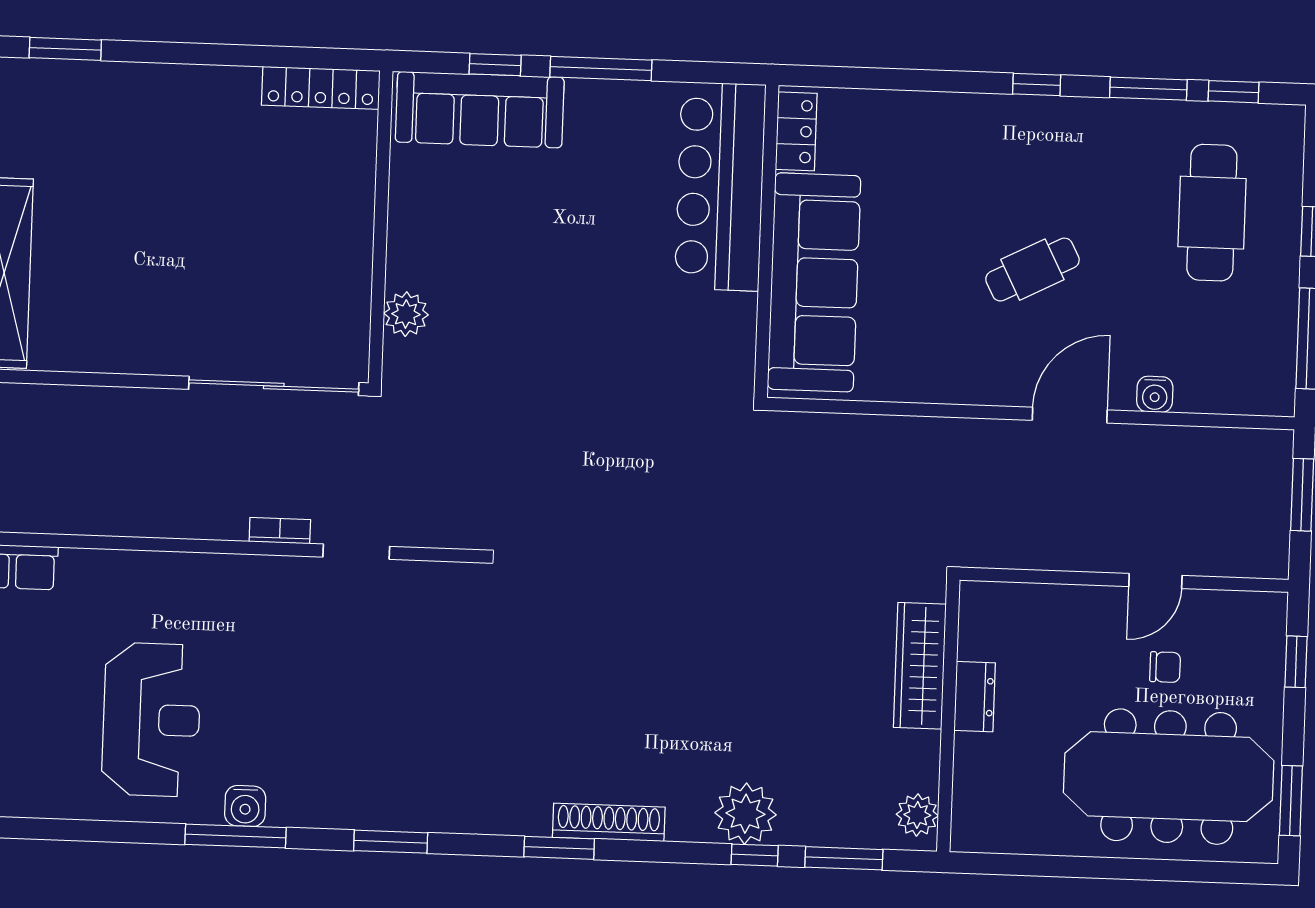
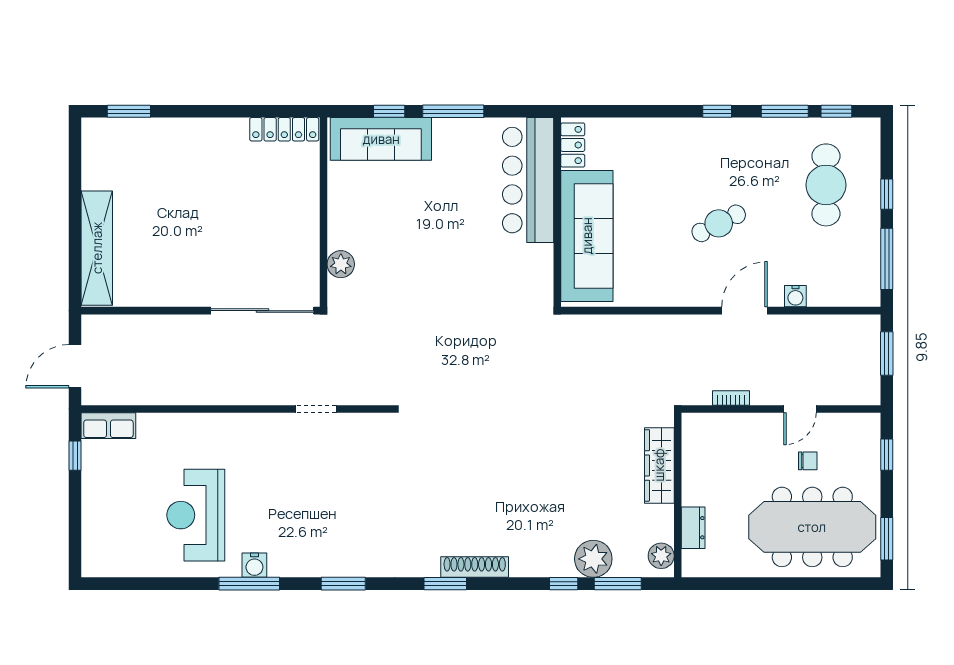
bookcase: (280, 531) -> (731, 398), moved
dresser: (975, 697) -> (693, 528), moved
reception desk: (151, 720) -> (196, 515), turned 180
plant: (745, 814) -> (593, 559), moved

